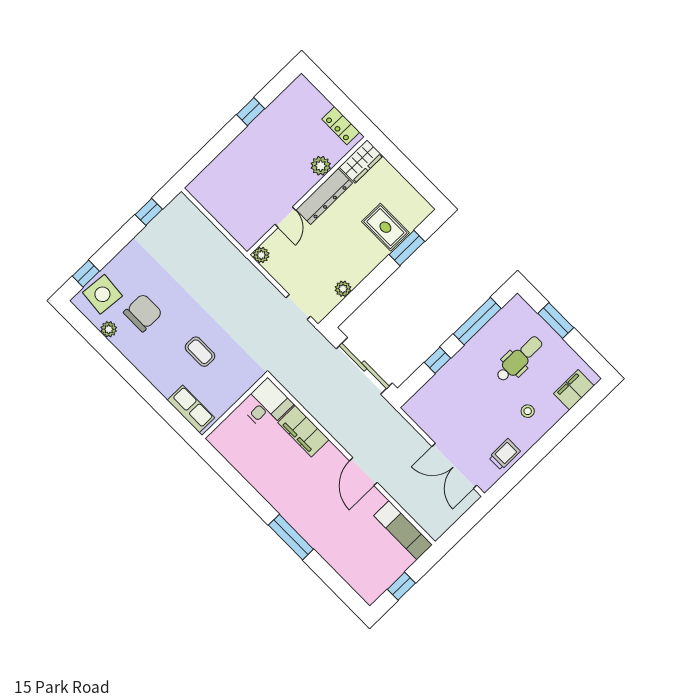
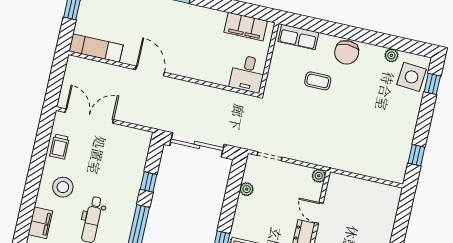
chair: (143, 313) -> (347, 52), moved
stool: (528, 411) -> (63, 187), width x1.89, depth x1.89
filing cabinet: (303, 431) -> (246, 27), moved, turned 180

